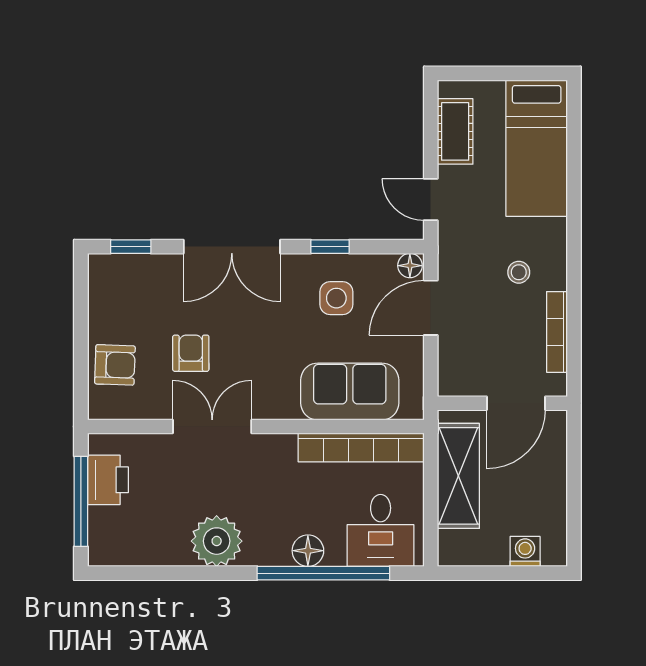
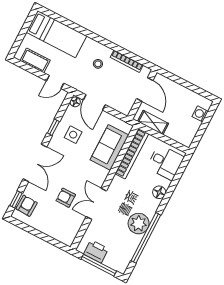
armchair: (115, 365) -> (27, 206), moved
shelving: (458, 476) -> (153, 122), width x0.67, depth x0.75
window: (323, 573) -> (146, 238), moved

